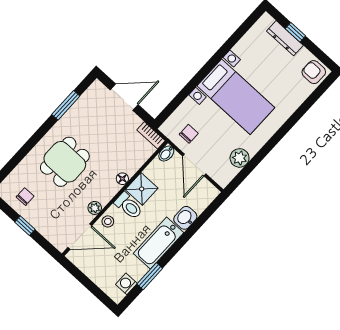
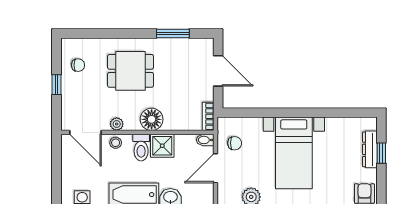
floor lamp: (122, 179) -> (152, 119), width x1.89, depth x1.89

